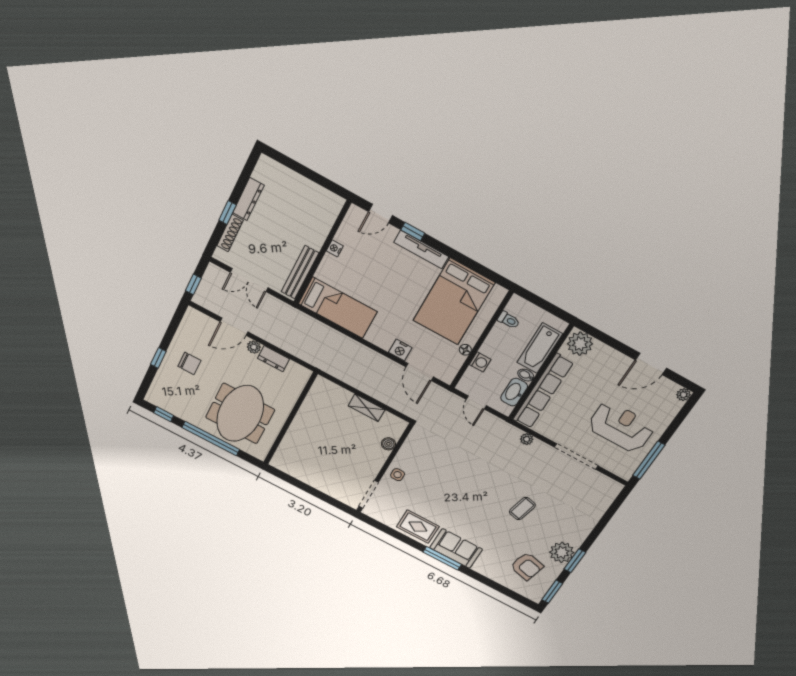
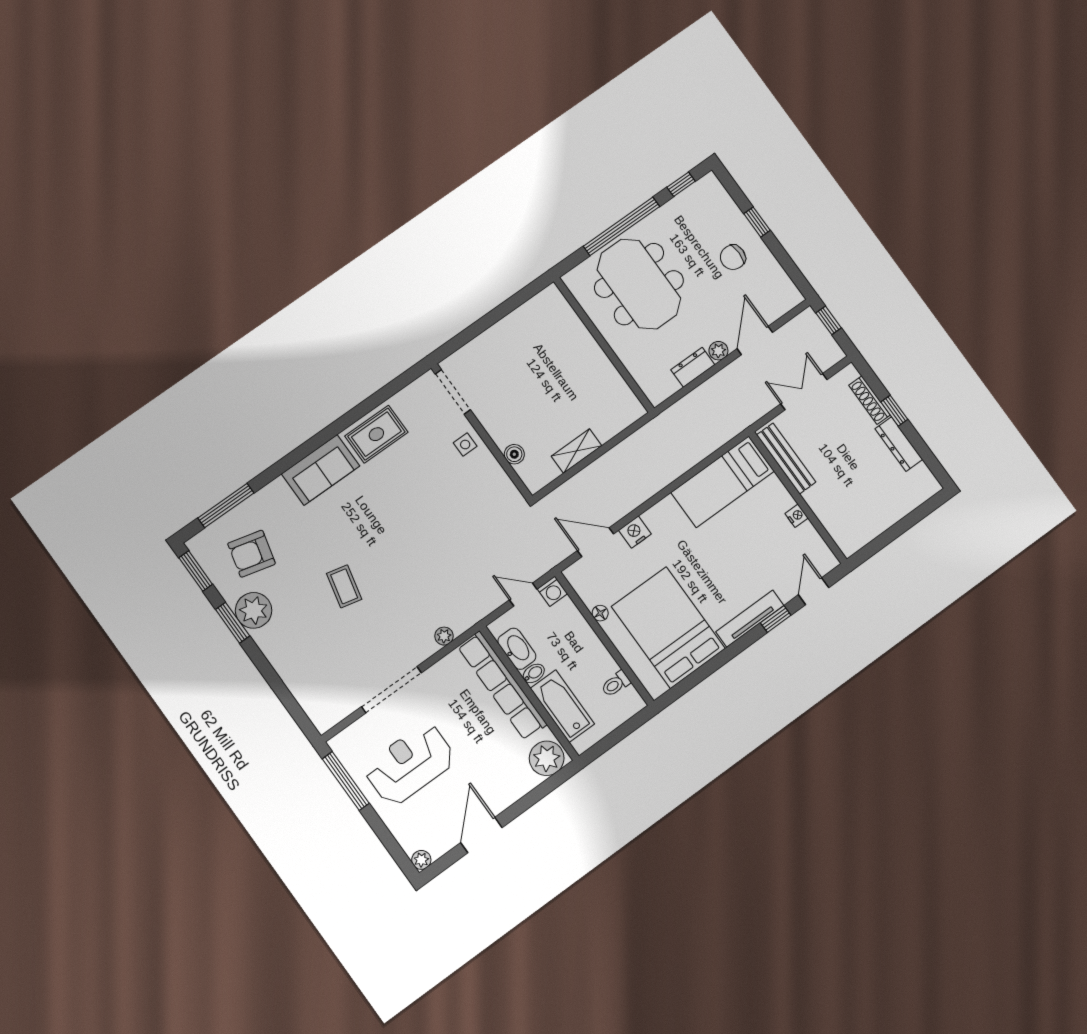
washing machine: (480, 362) -> (552, 591), moved, turned -90
reception desk: (621, 427) -> (410, 764), turned 180
window: (442, 558) -> (226, 505), moved

